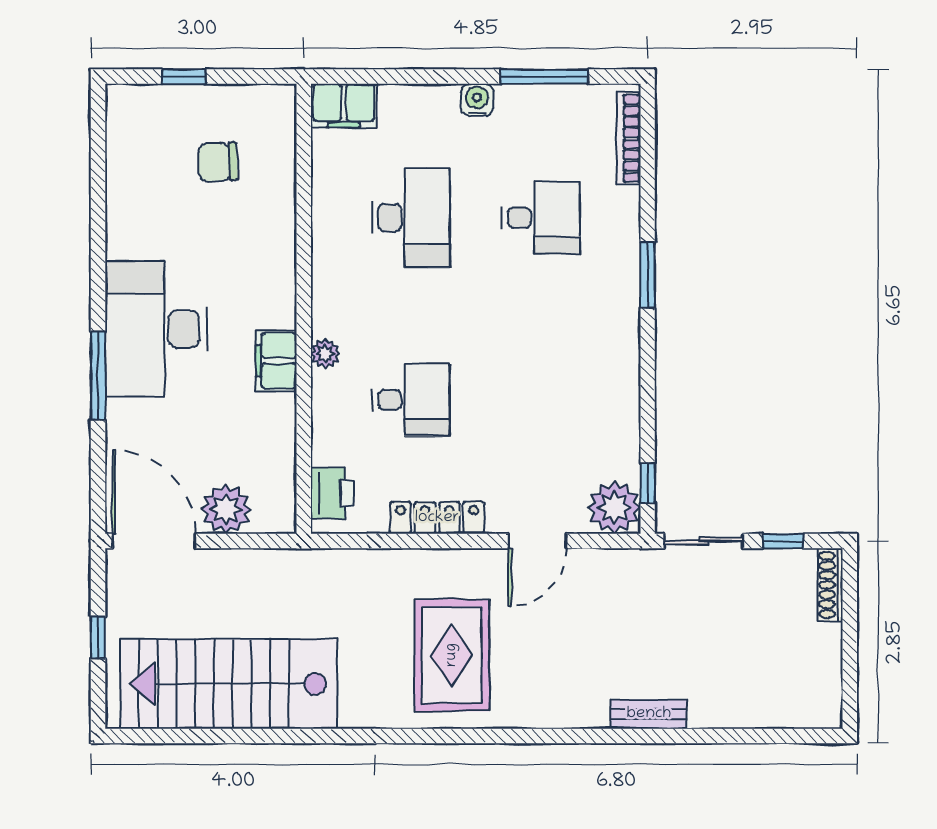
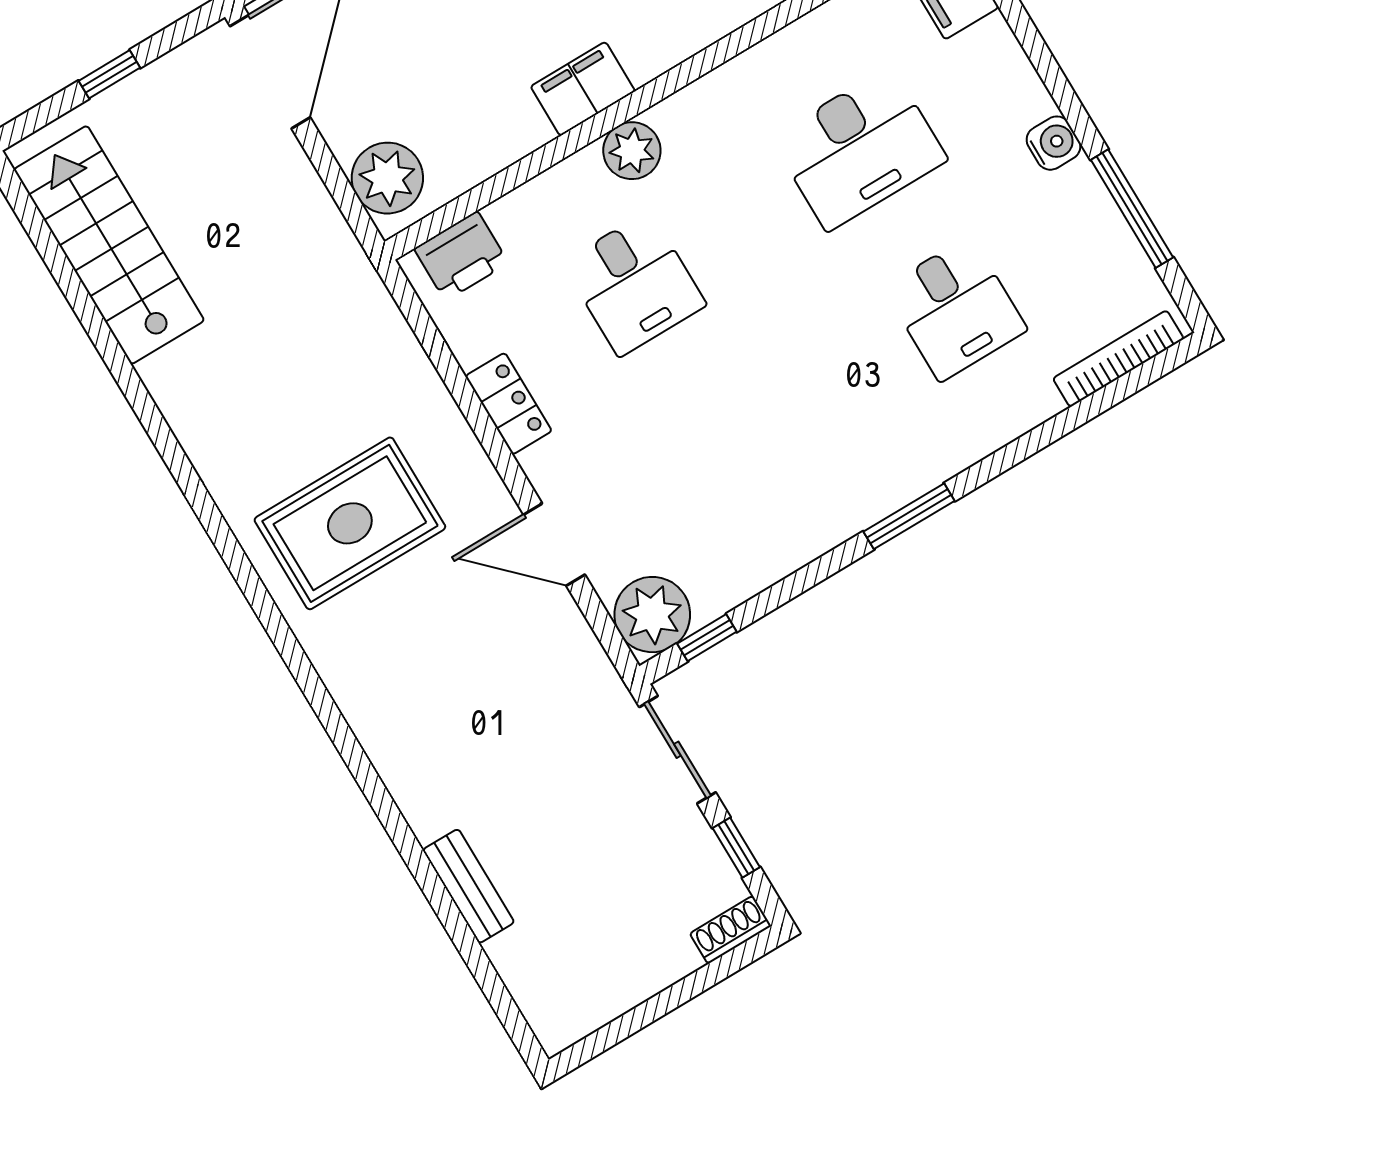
window: (648, 275) -> (909, 516), moved
plant: (325, 354) -> (632, 151), width x1.38, depth x1.38
plant: (226, 509) -> (387, 178), moved
locker: (437, 518) -> (509, 404), width x0.66
shoe rack: (830, 585) -> (730, 930), width x0.70
stairs: (228, 684) -> (109, 245), width x0.73, depth x0.66
bench: (649, 714) -> (468, 886), moved

